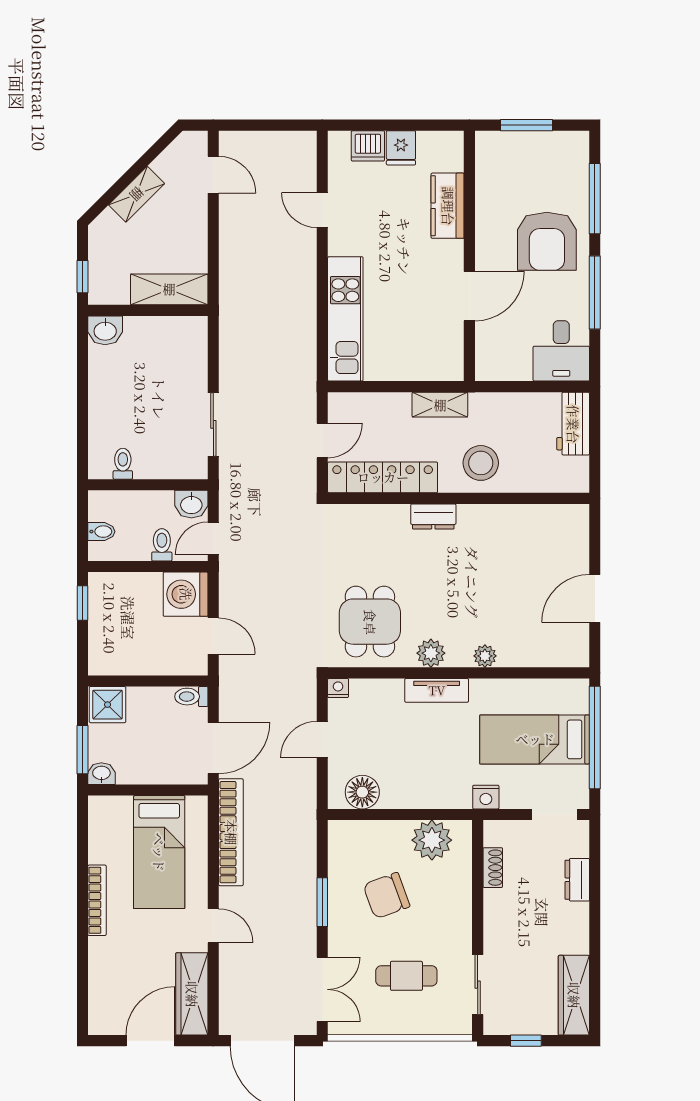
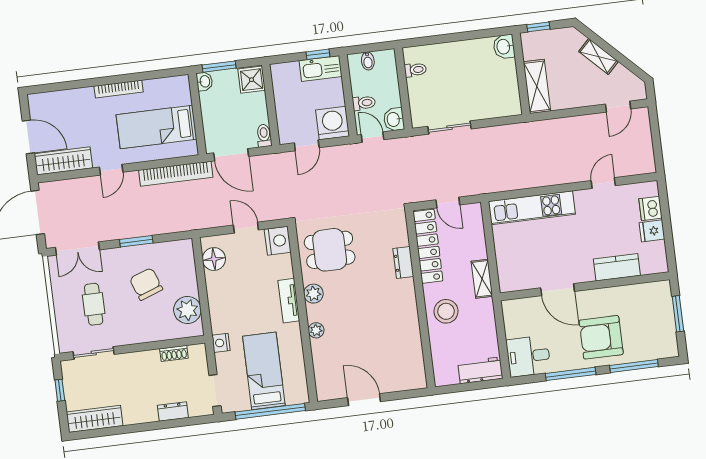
dresser: (433, 516) -> (403, 262), moved
kitchen sink: (104, 602) -> (321, 68), added
nightstand: (338, 688) -> (278, 241), width x1.89, depth x1.79

